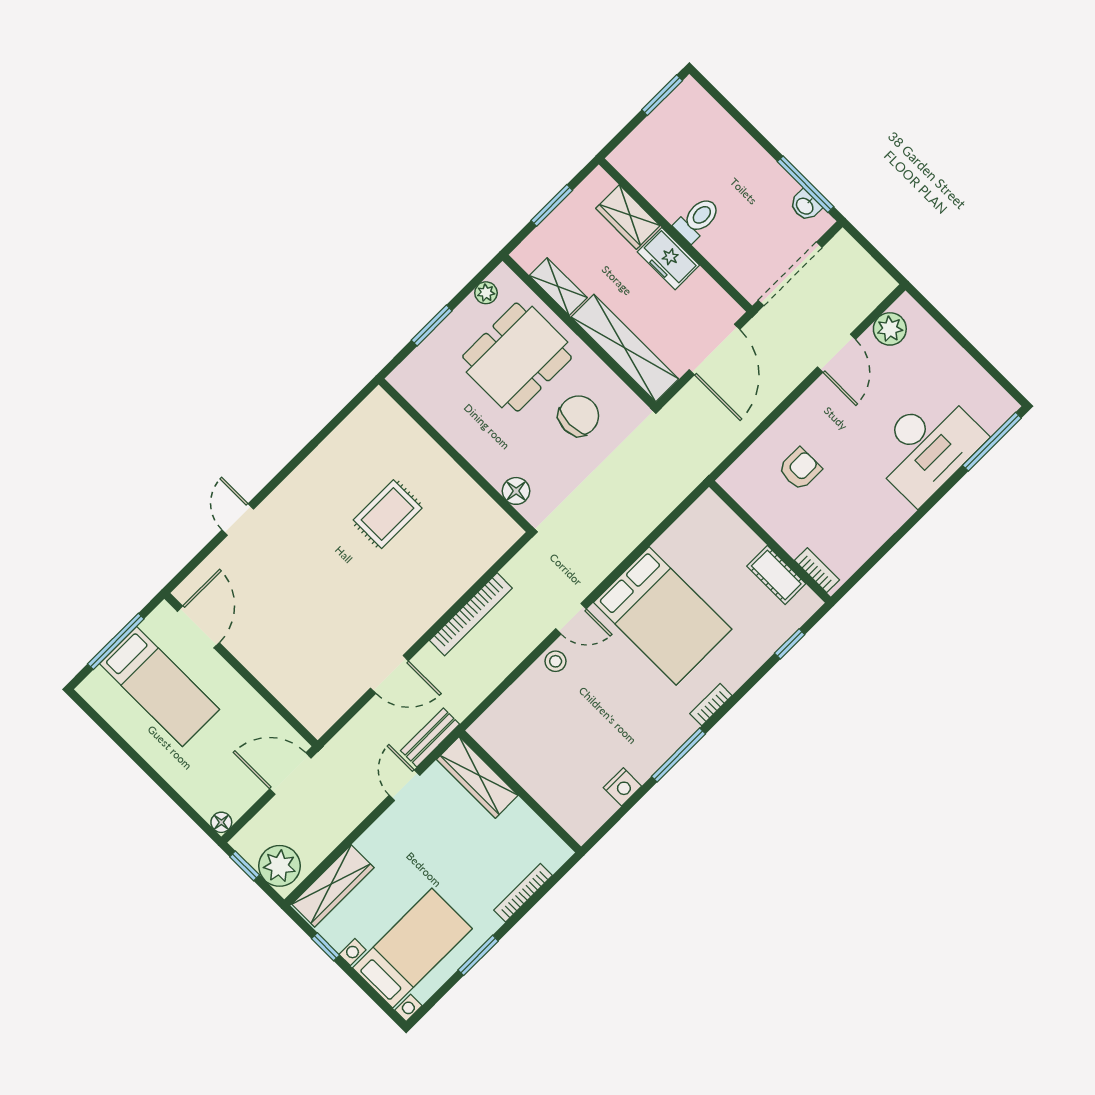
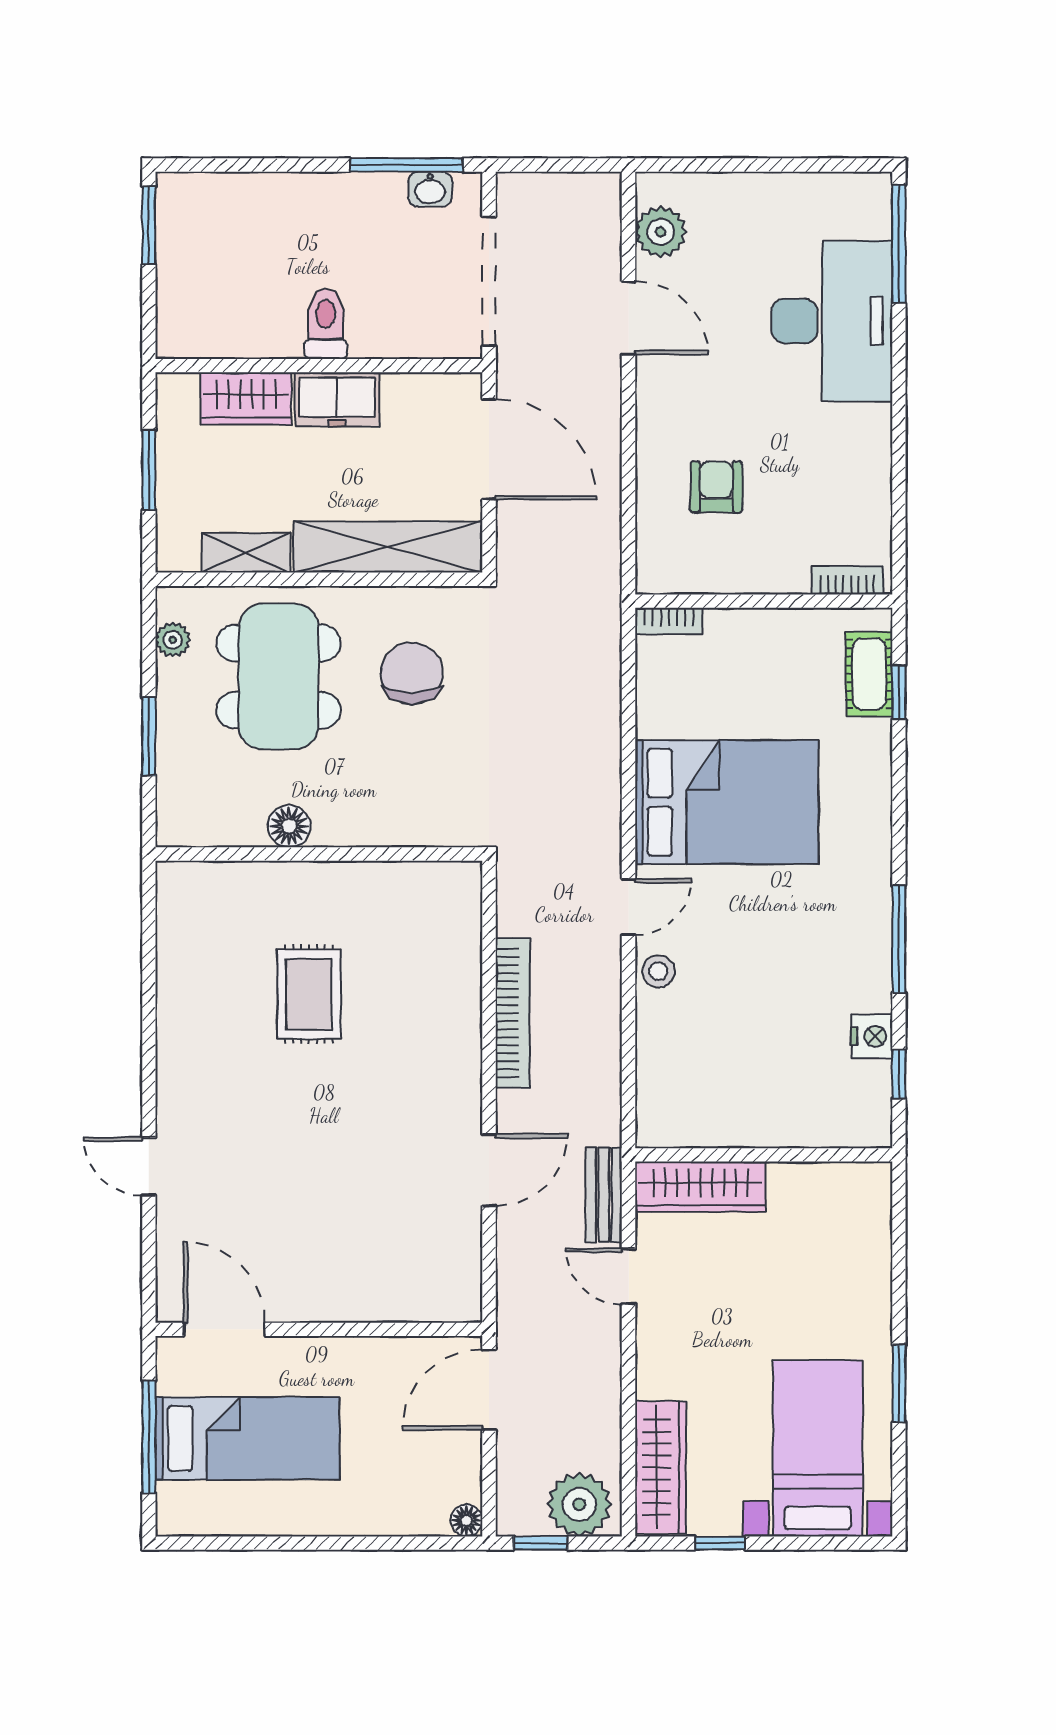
floor lamp: (516, 491) -> (289, 826), moved
cot: (776, 575) -> (869, 674), moved, turned 90
bookcase: (711, 705) -> (669, 621), moved, turned -90
window: (618, 816) -> (899, 1074), added
bookcase: (523, 893) -> (879, 1264), removed

